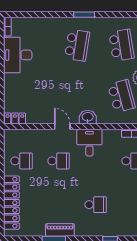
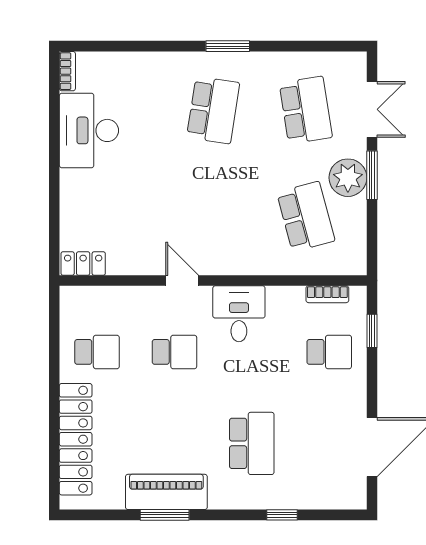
washbasin: (88, 117) -> (235, 261), removed
school desk: (96, 205) -> (252, 443), width x1.85
piano: (60, 230) -> (166, 492), width x1.37, depth x1.33

